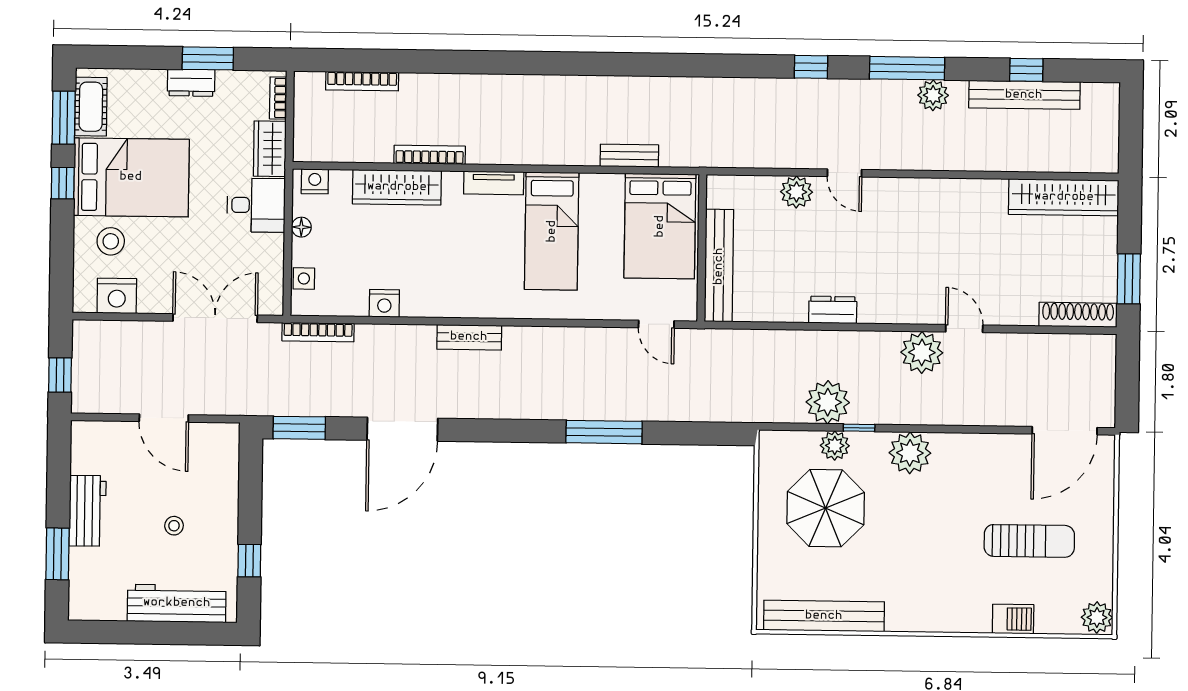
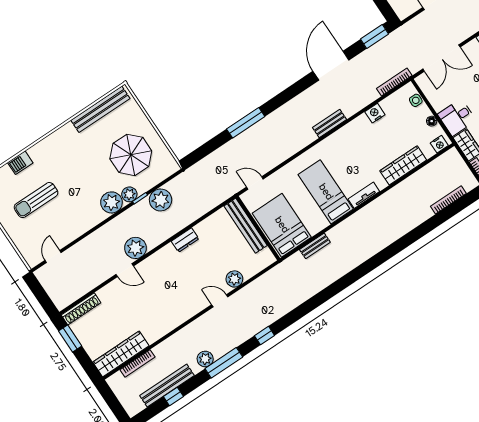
bookcase: (430, 155) -> (137, 363), moved
door: (1065, 431) -> (53, 256), width x0.53
plant: (835, 446) -> (129, 194), moved

